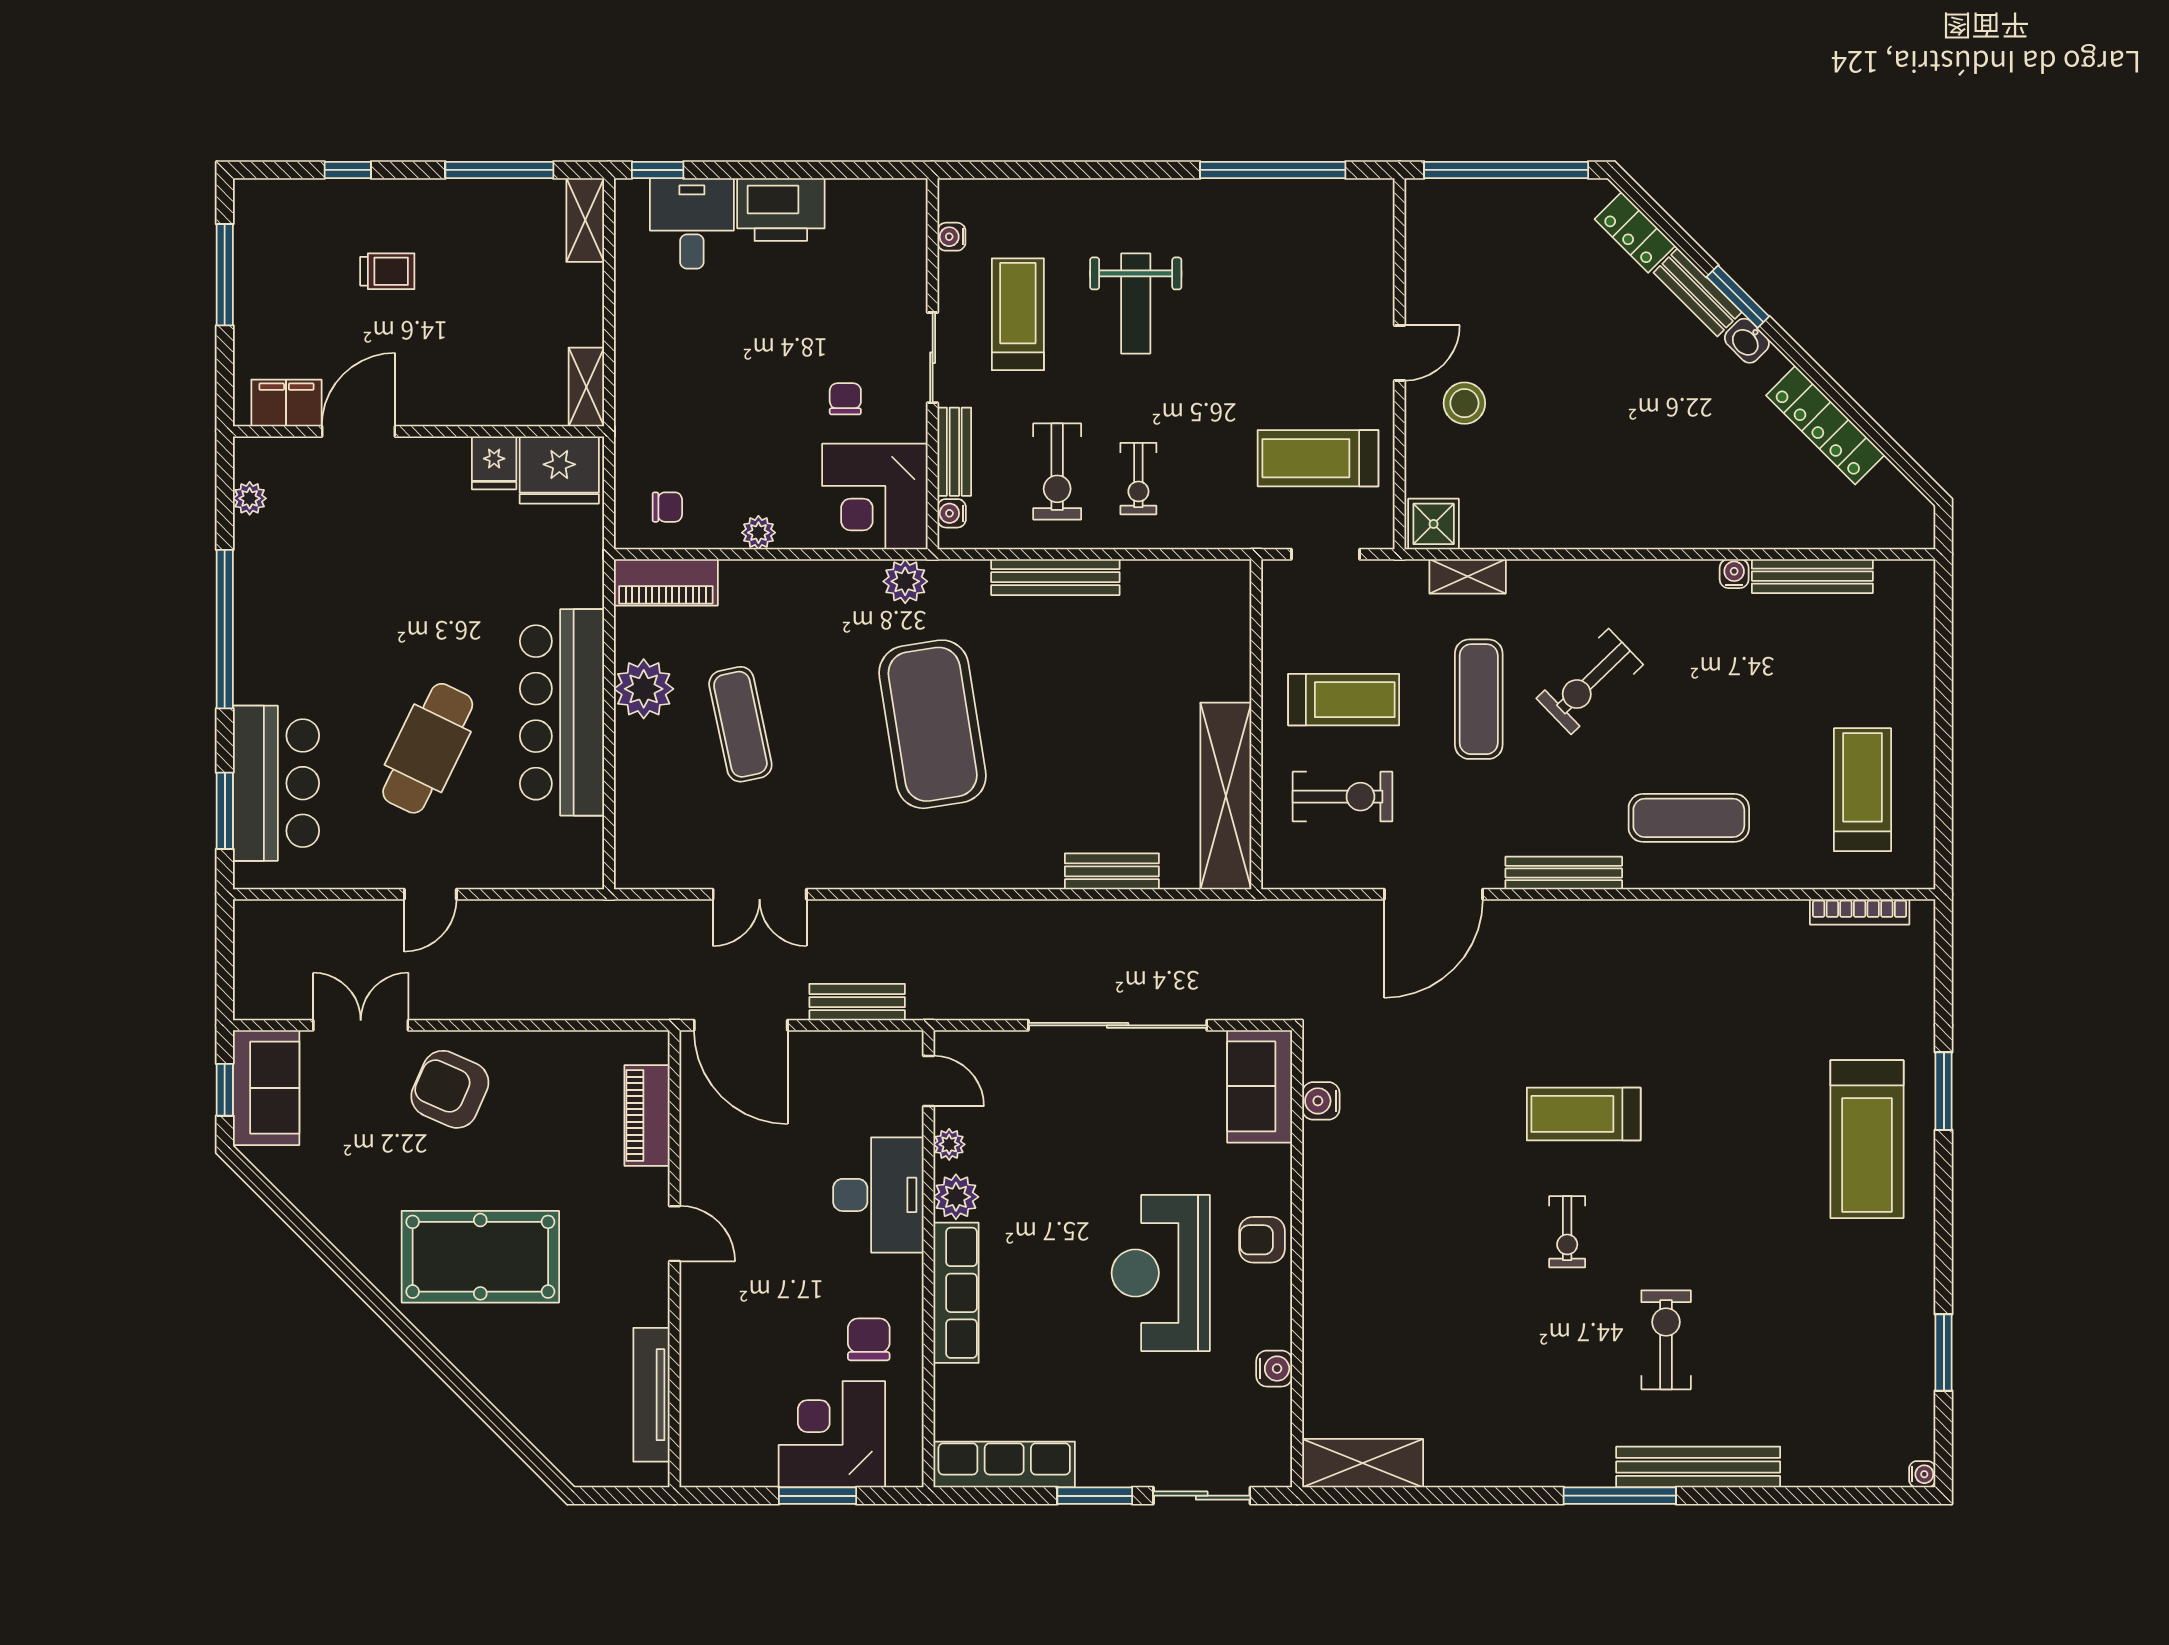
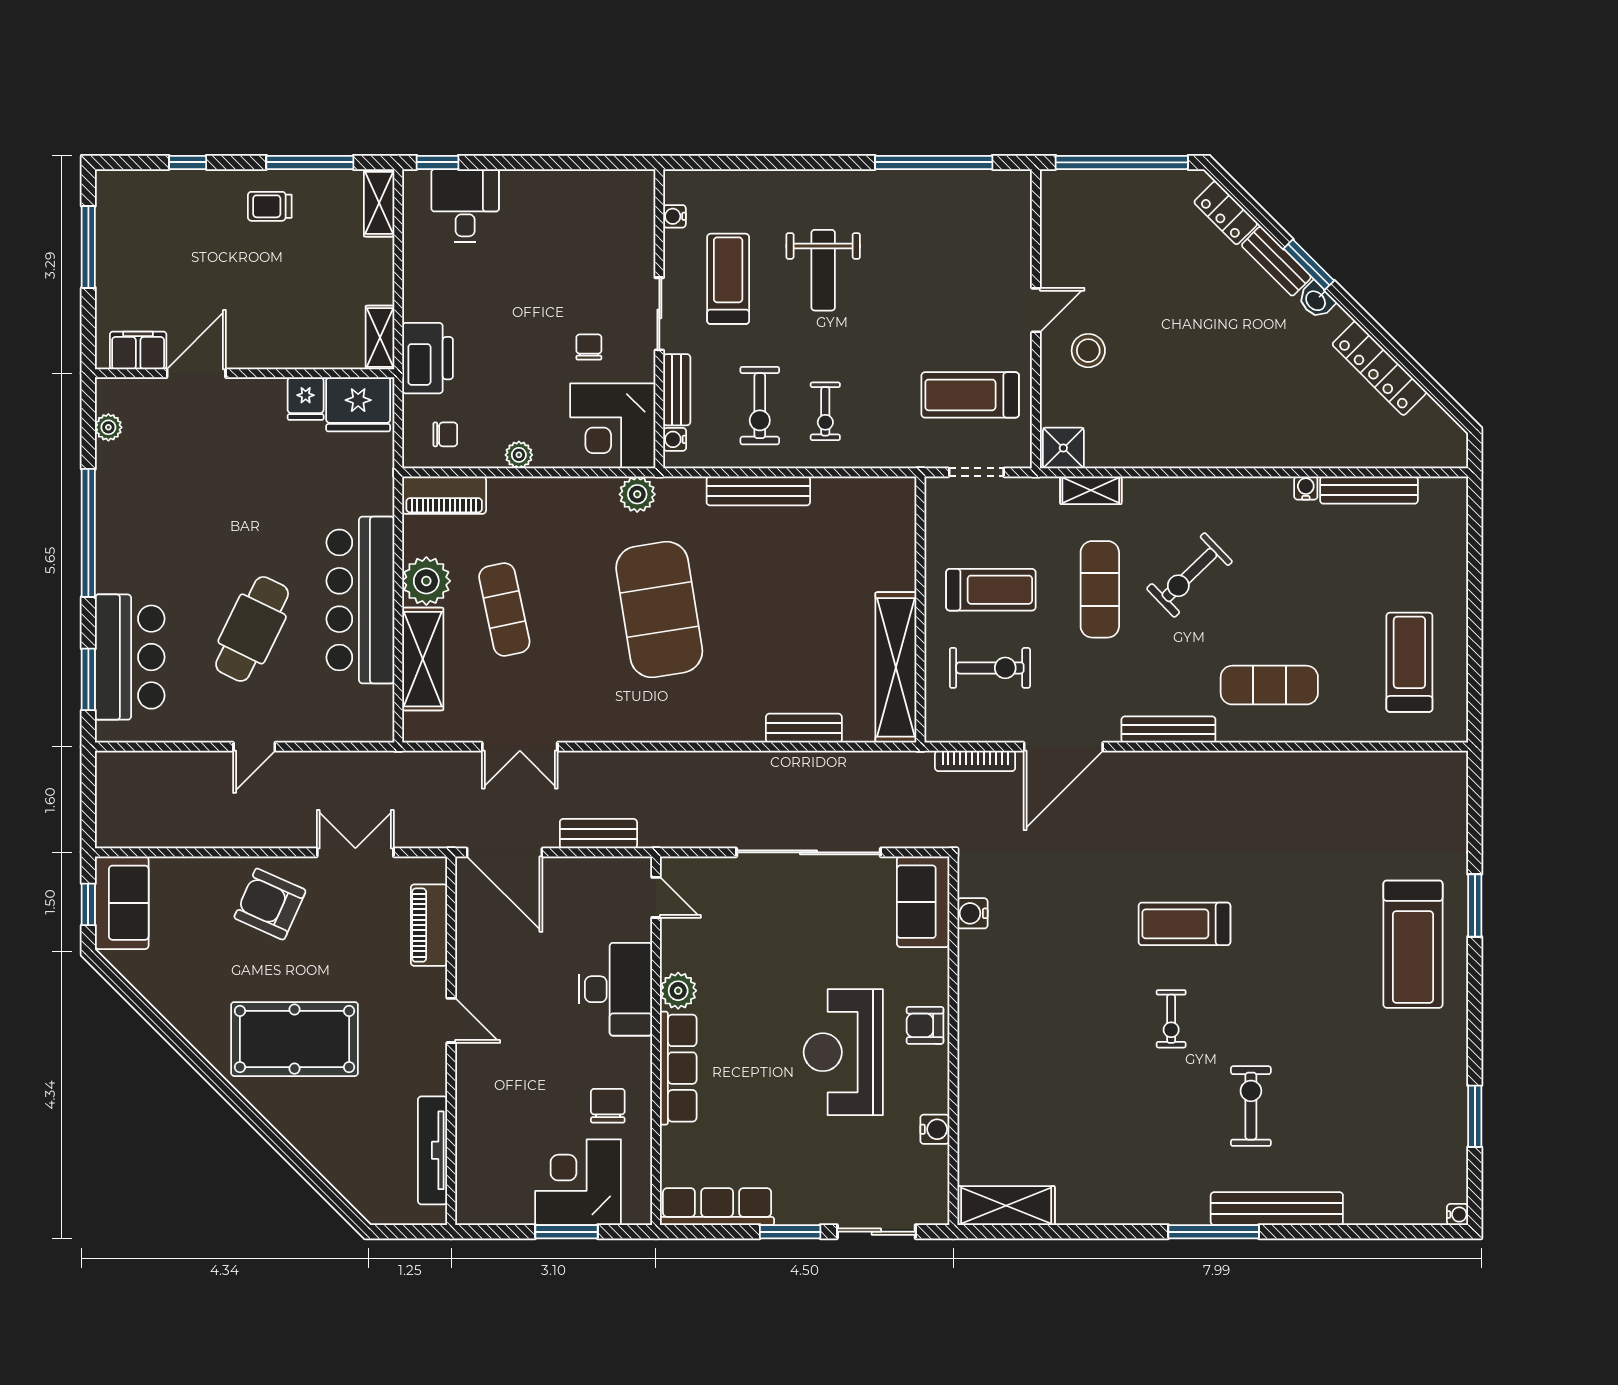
printer: (781, 210) -> (428, 358), moved, turned -90
trolley: (387, 271) -> (270, 206), moved, turned 180
shelving: (639, 786) -> (423, 659), added
bookcase: (1860, 912) -> (975, 761), moved
double door: (361, 1025) -> (355, 852), moved
plant: (949, 1144) -> (673, 948), removed

